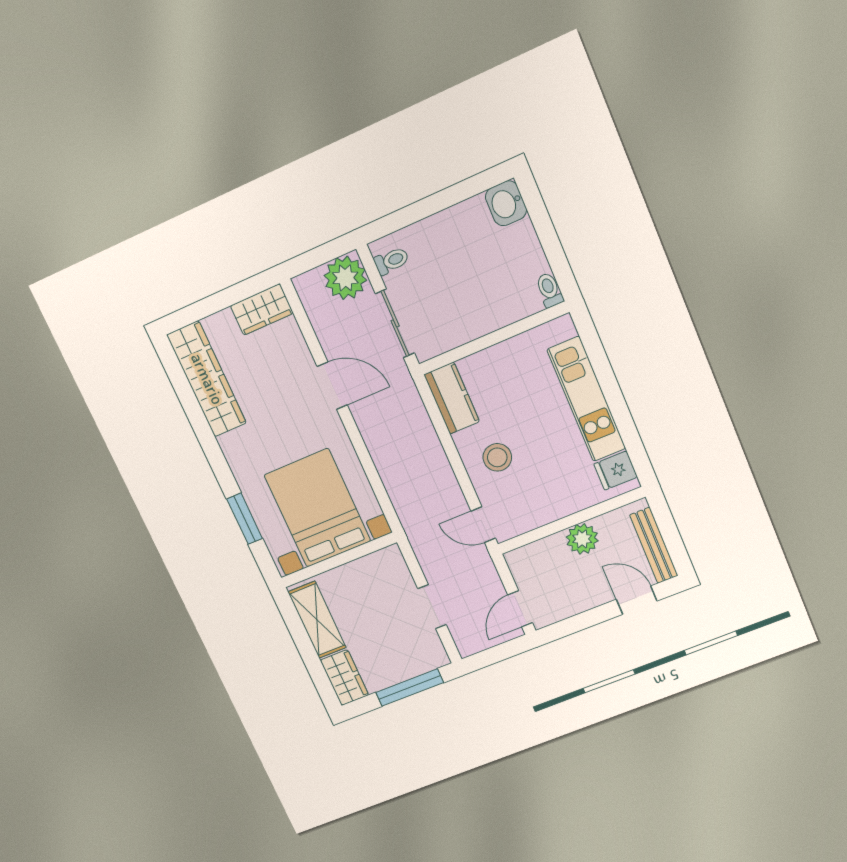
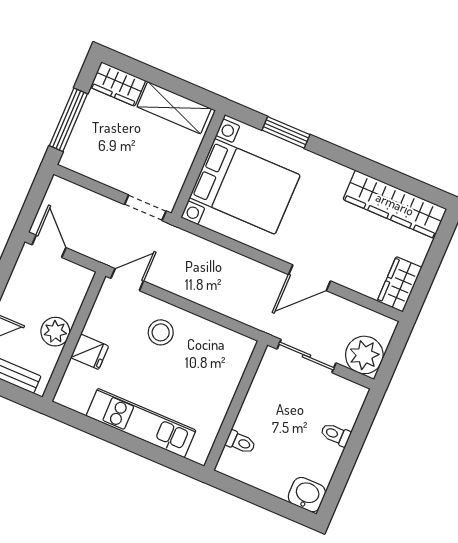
toilet: (392, 261) -> (336, 434), moved, turned 90
toilet: (549, 290) -> (241, 442), moved
kitchen counter: (452, 398) -> (226, 343), removed
fridge: (616, 471) -> (90, 352), moved, turned 90
doorway: (432, 607) -> (145, 208), moved

